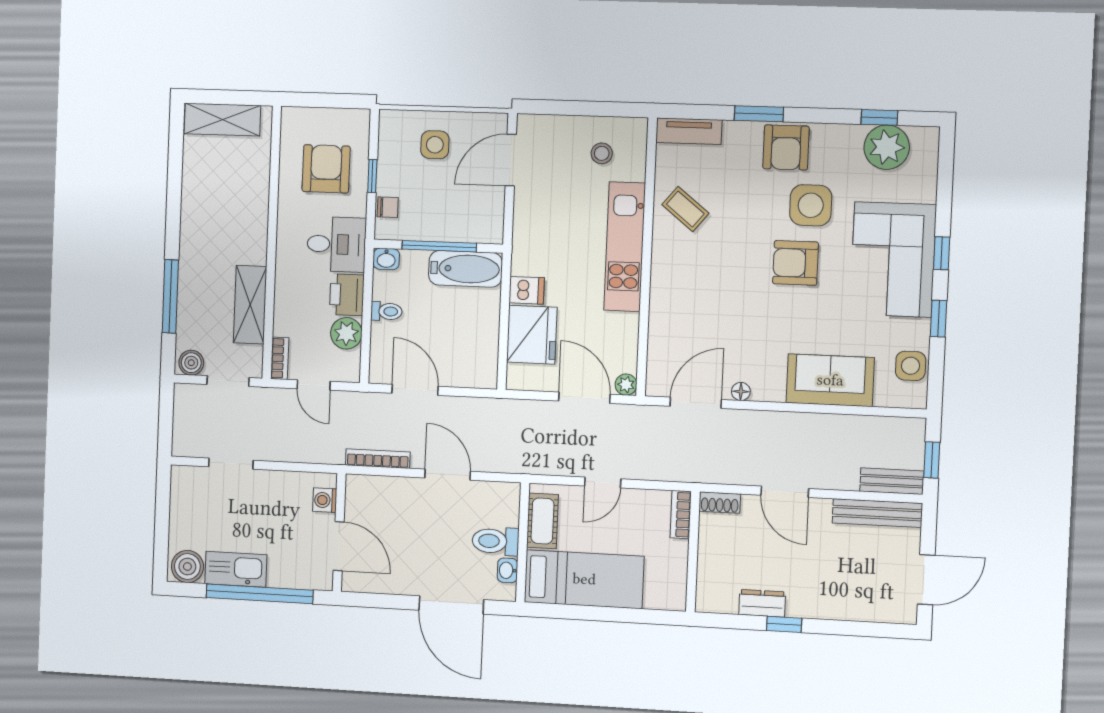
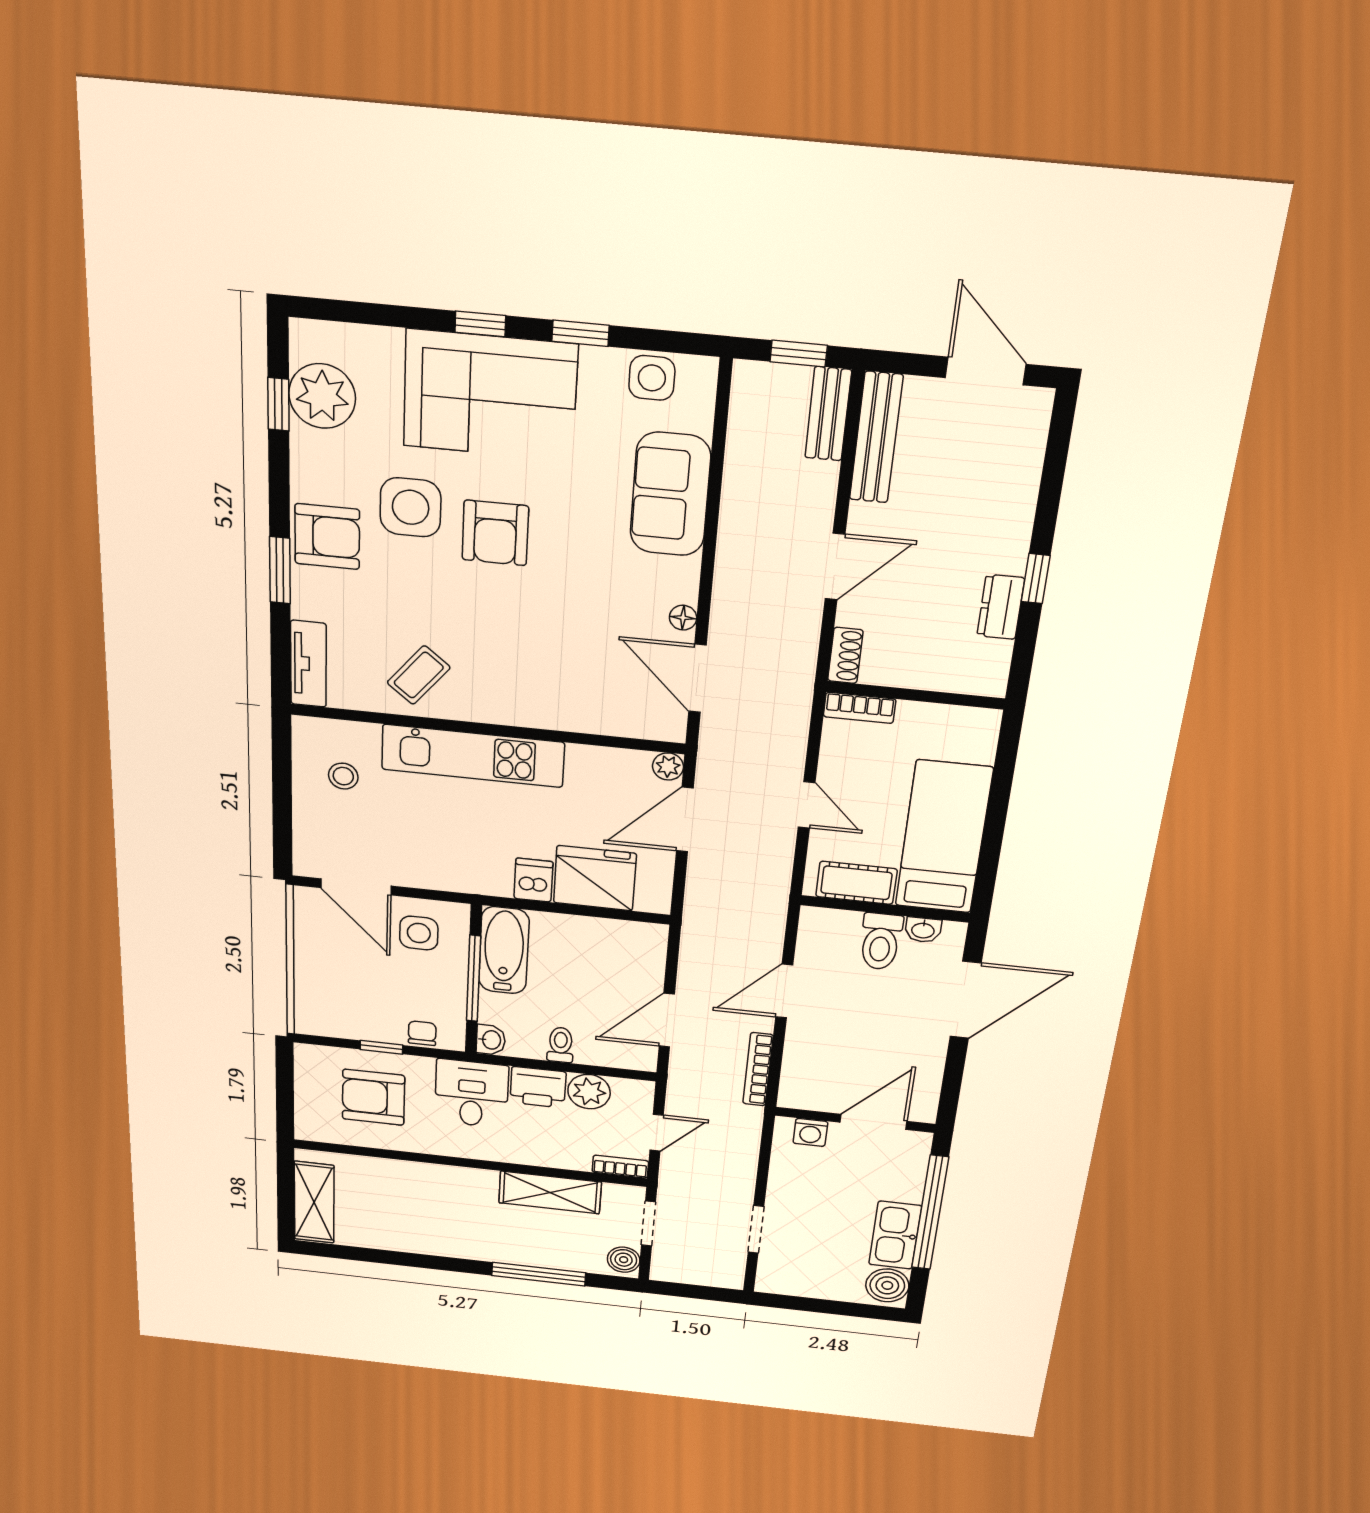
side table: (435, 145) -> (419, 933), moved

